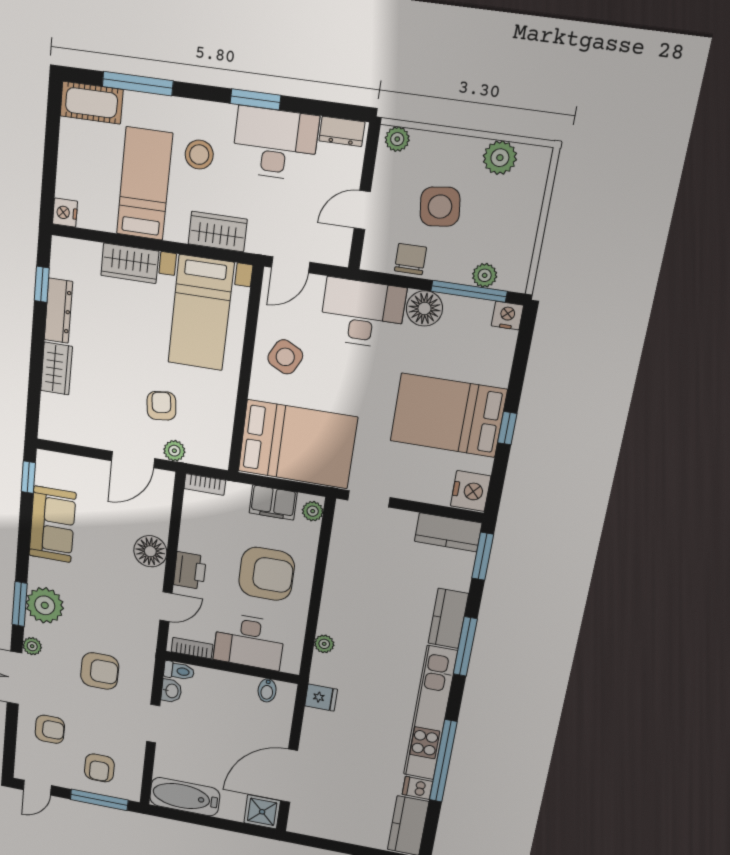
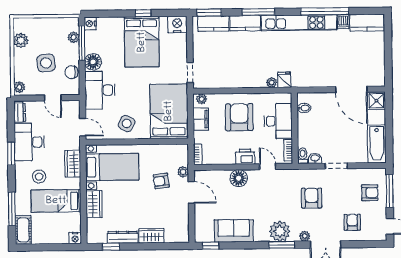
kitchen counter: (448, 532) -> (213, 24), moved, turned 90
fridge: (321, 698) -> (284, 80), moved

